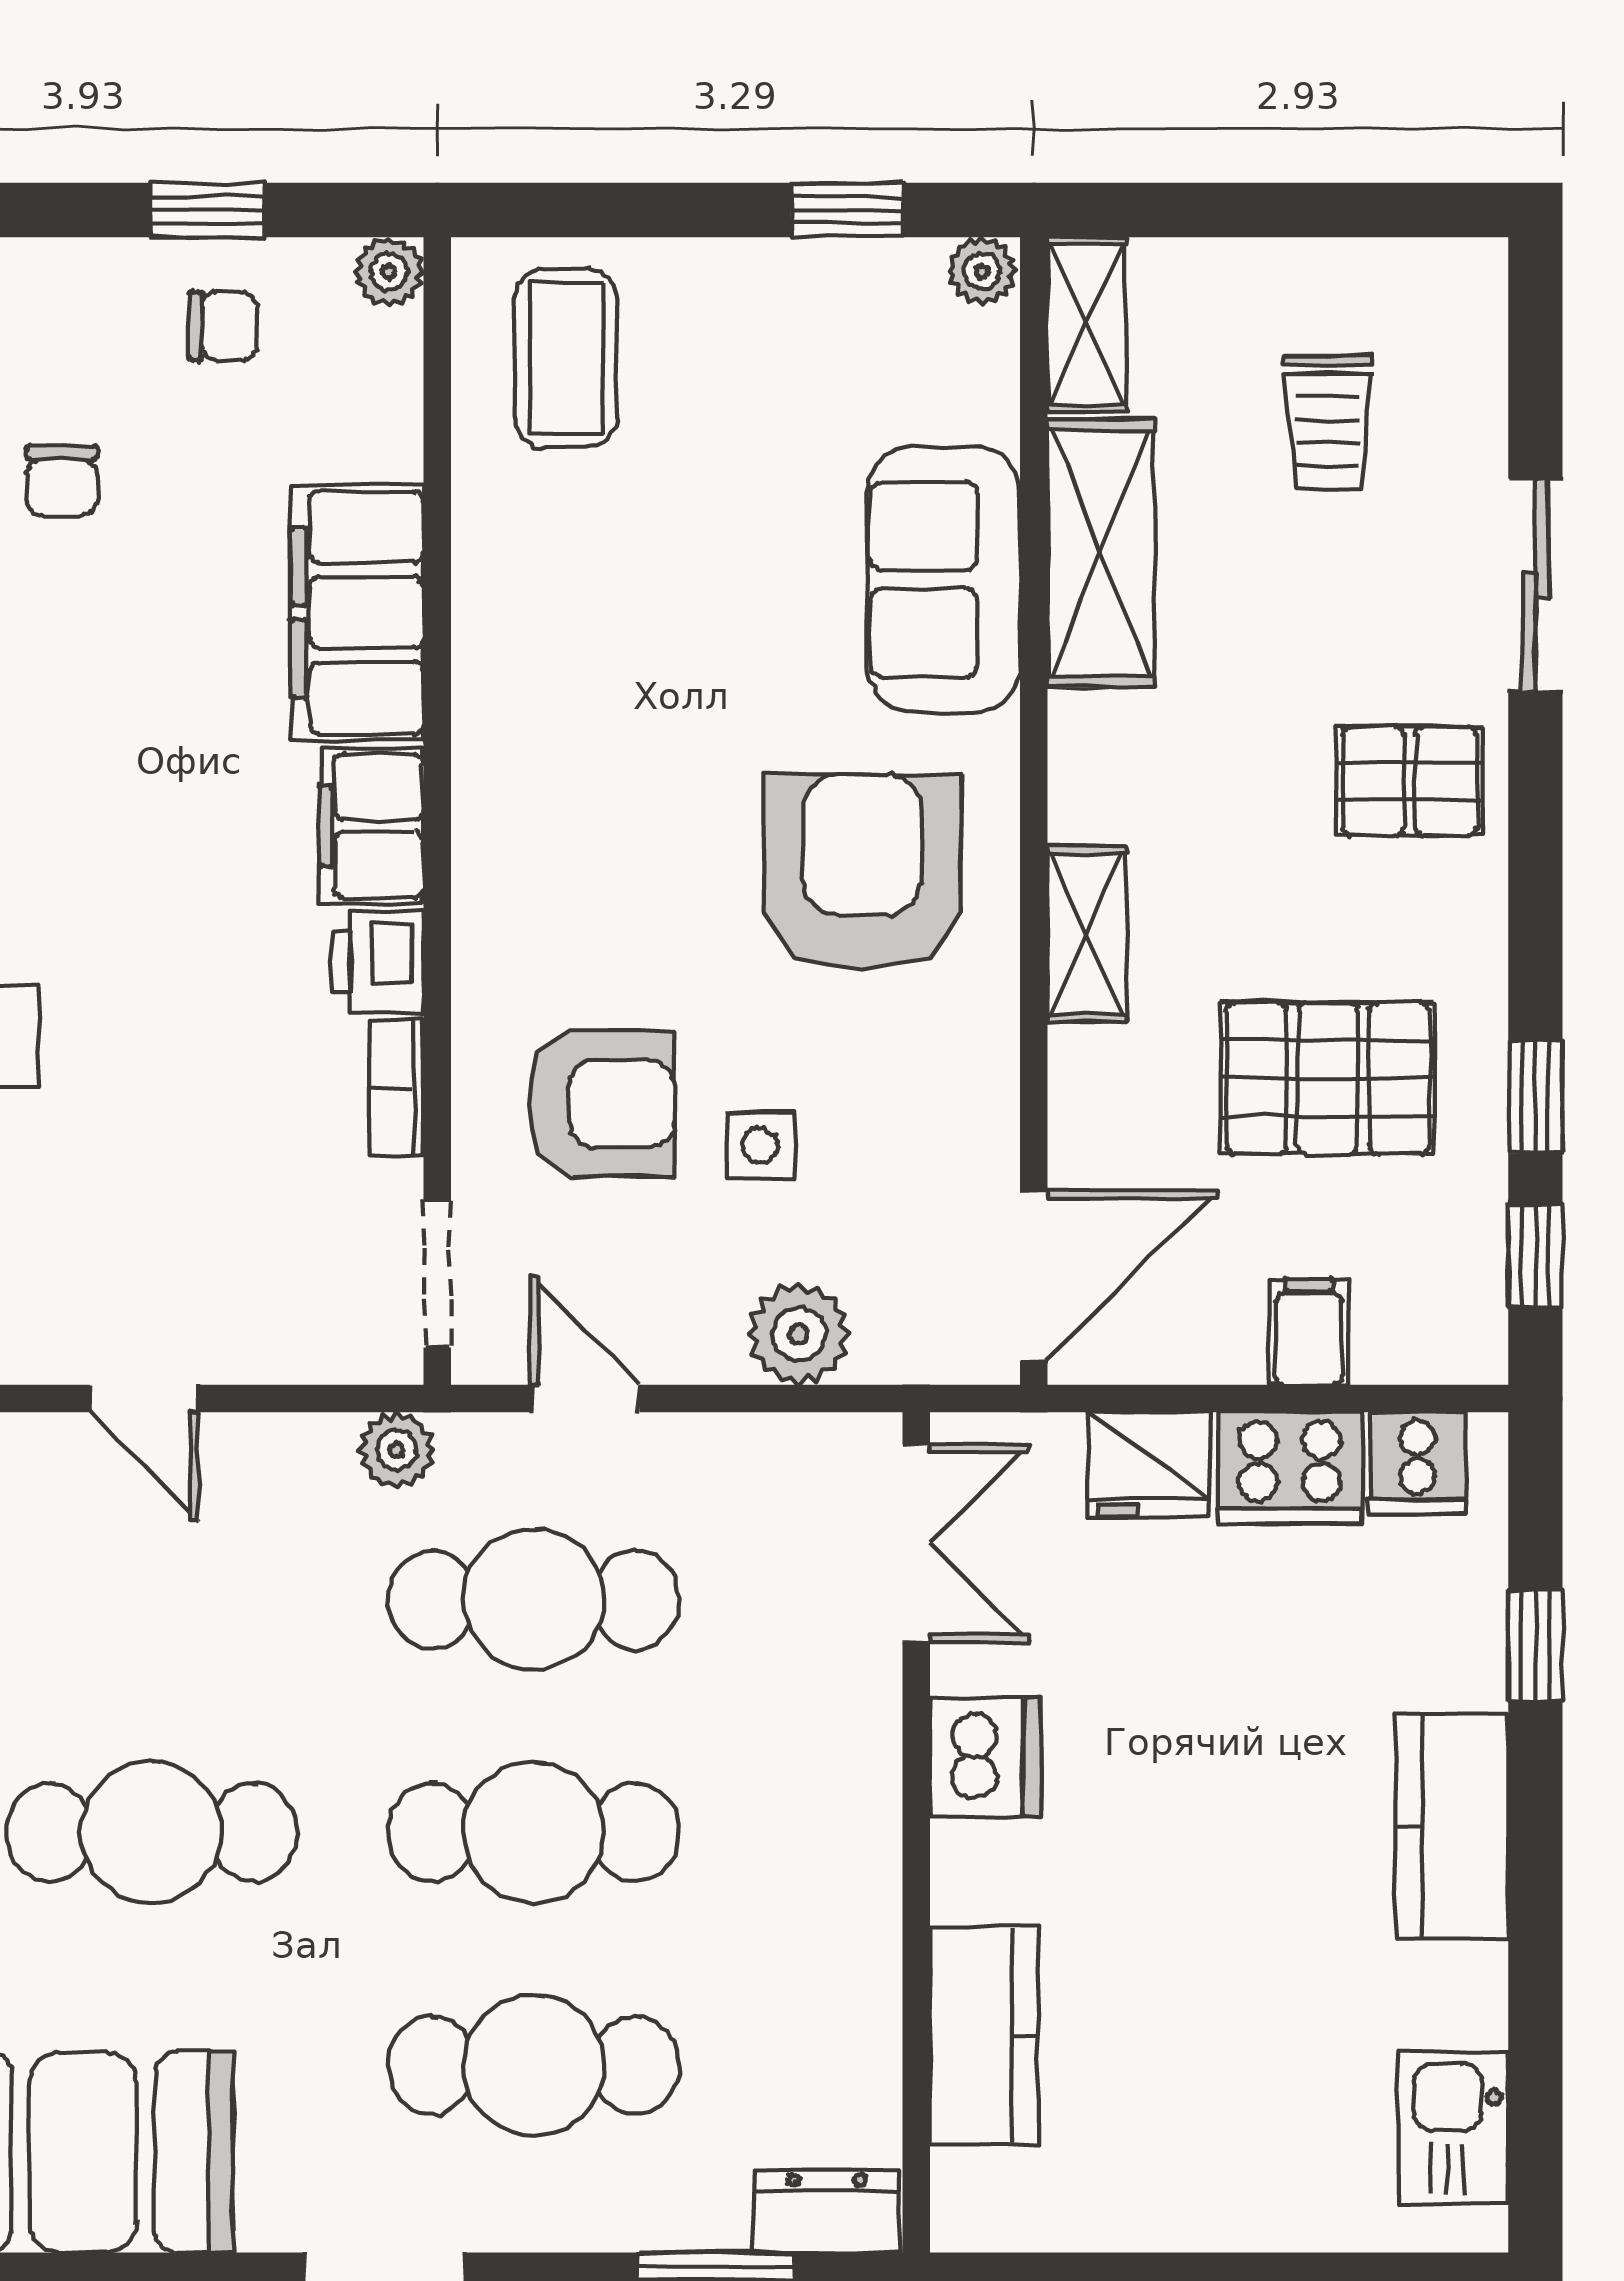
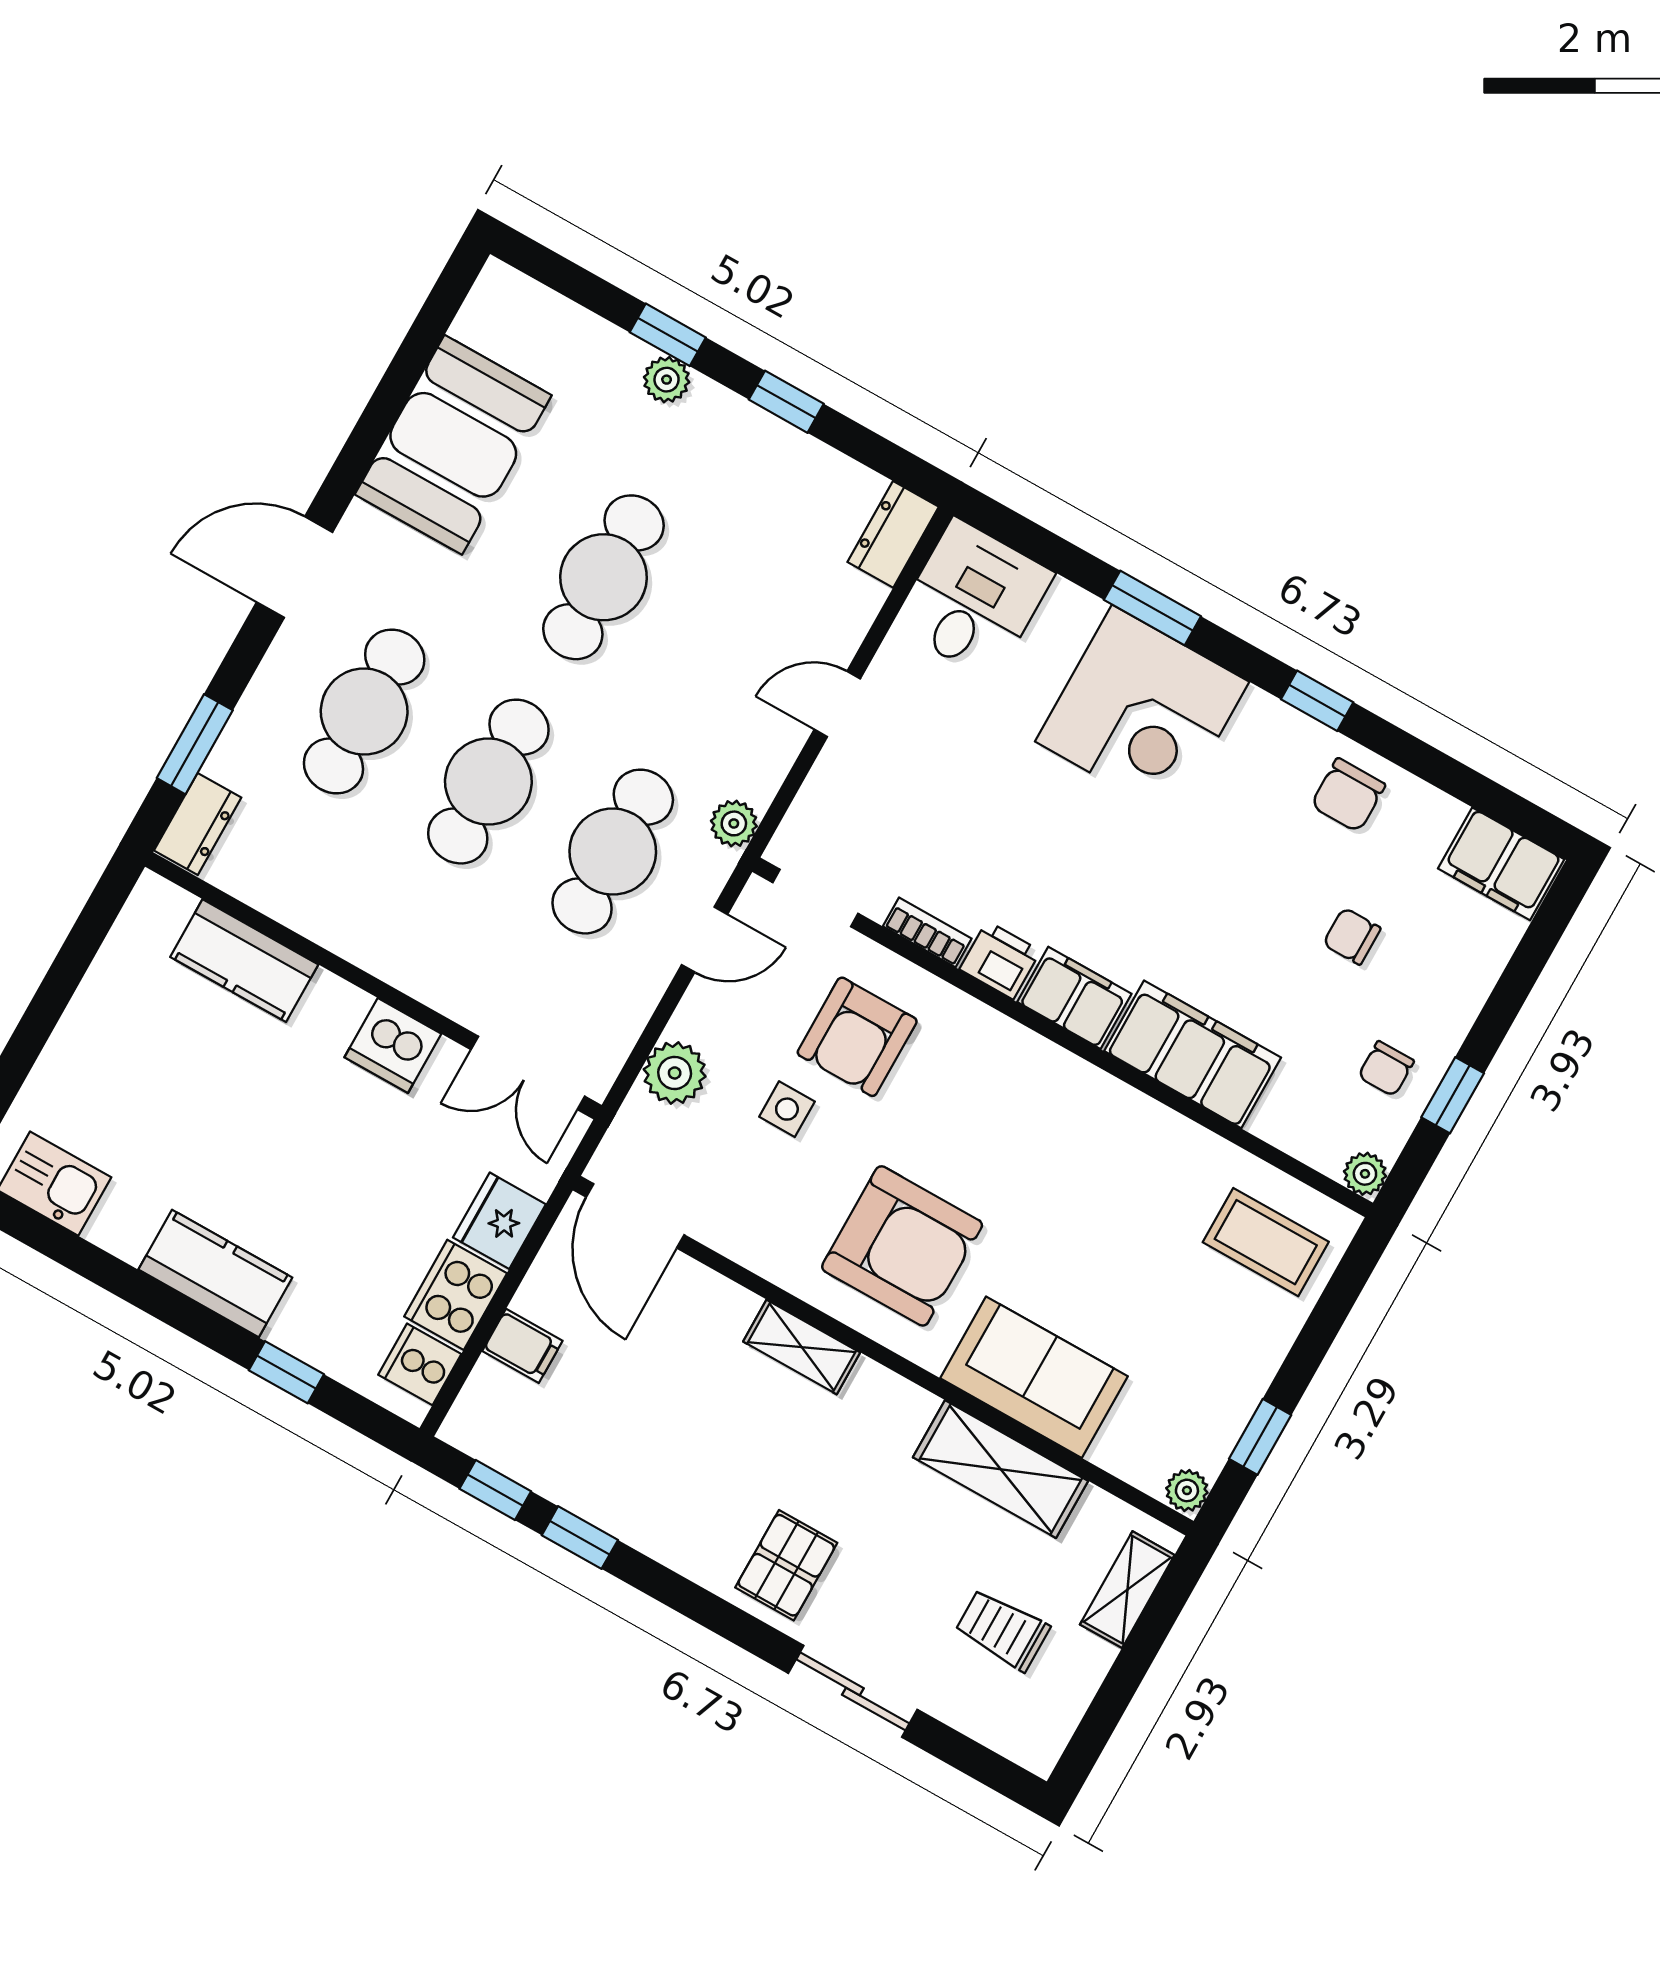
shelving: (1087, 325) -> (1127, 1590), moved, turned 90
pallet: (1328, 1078) -> (652, 1432), removed

